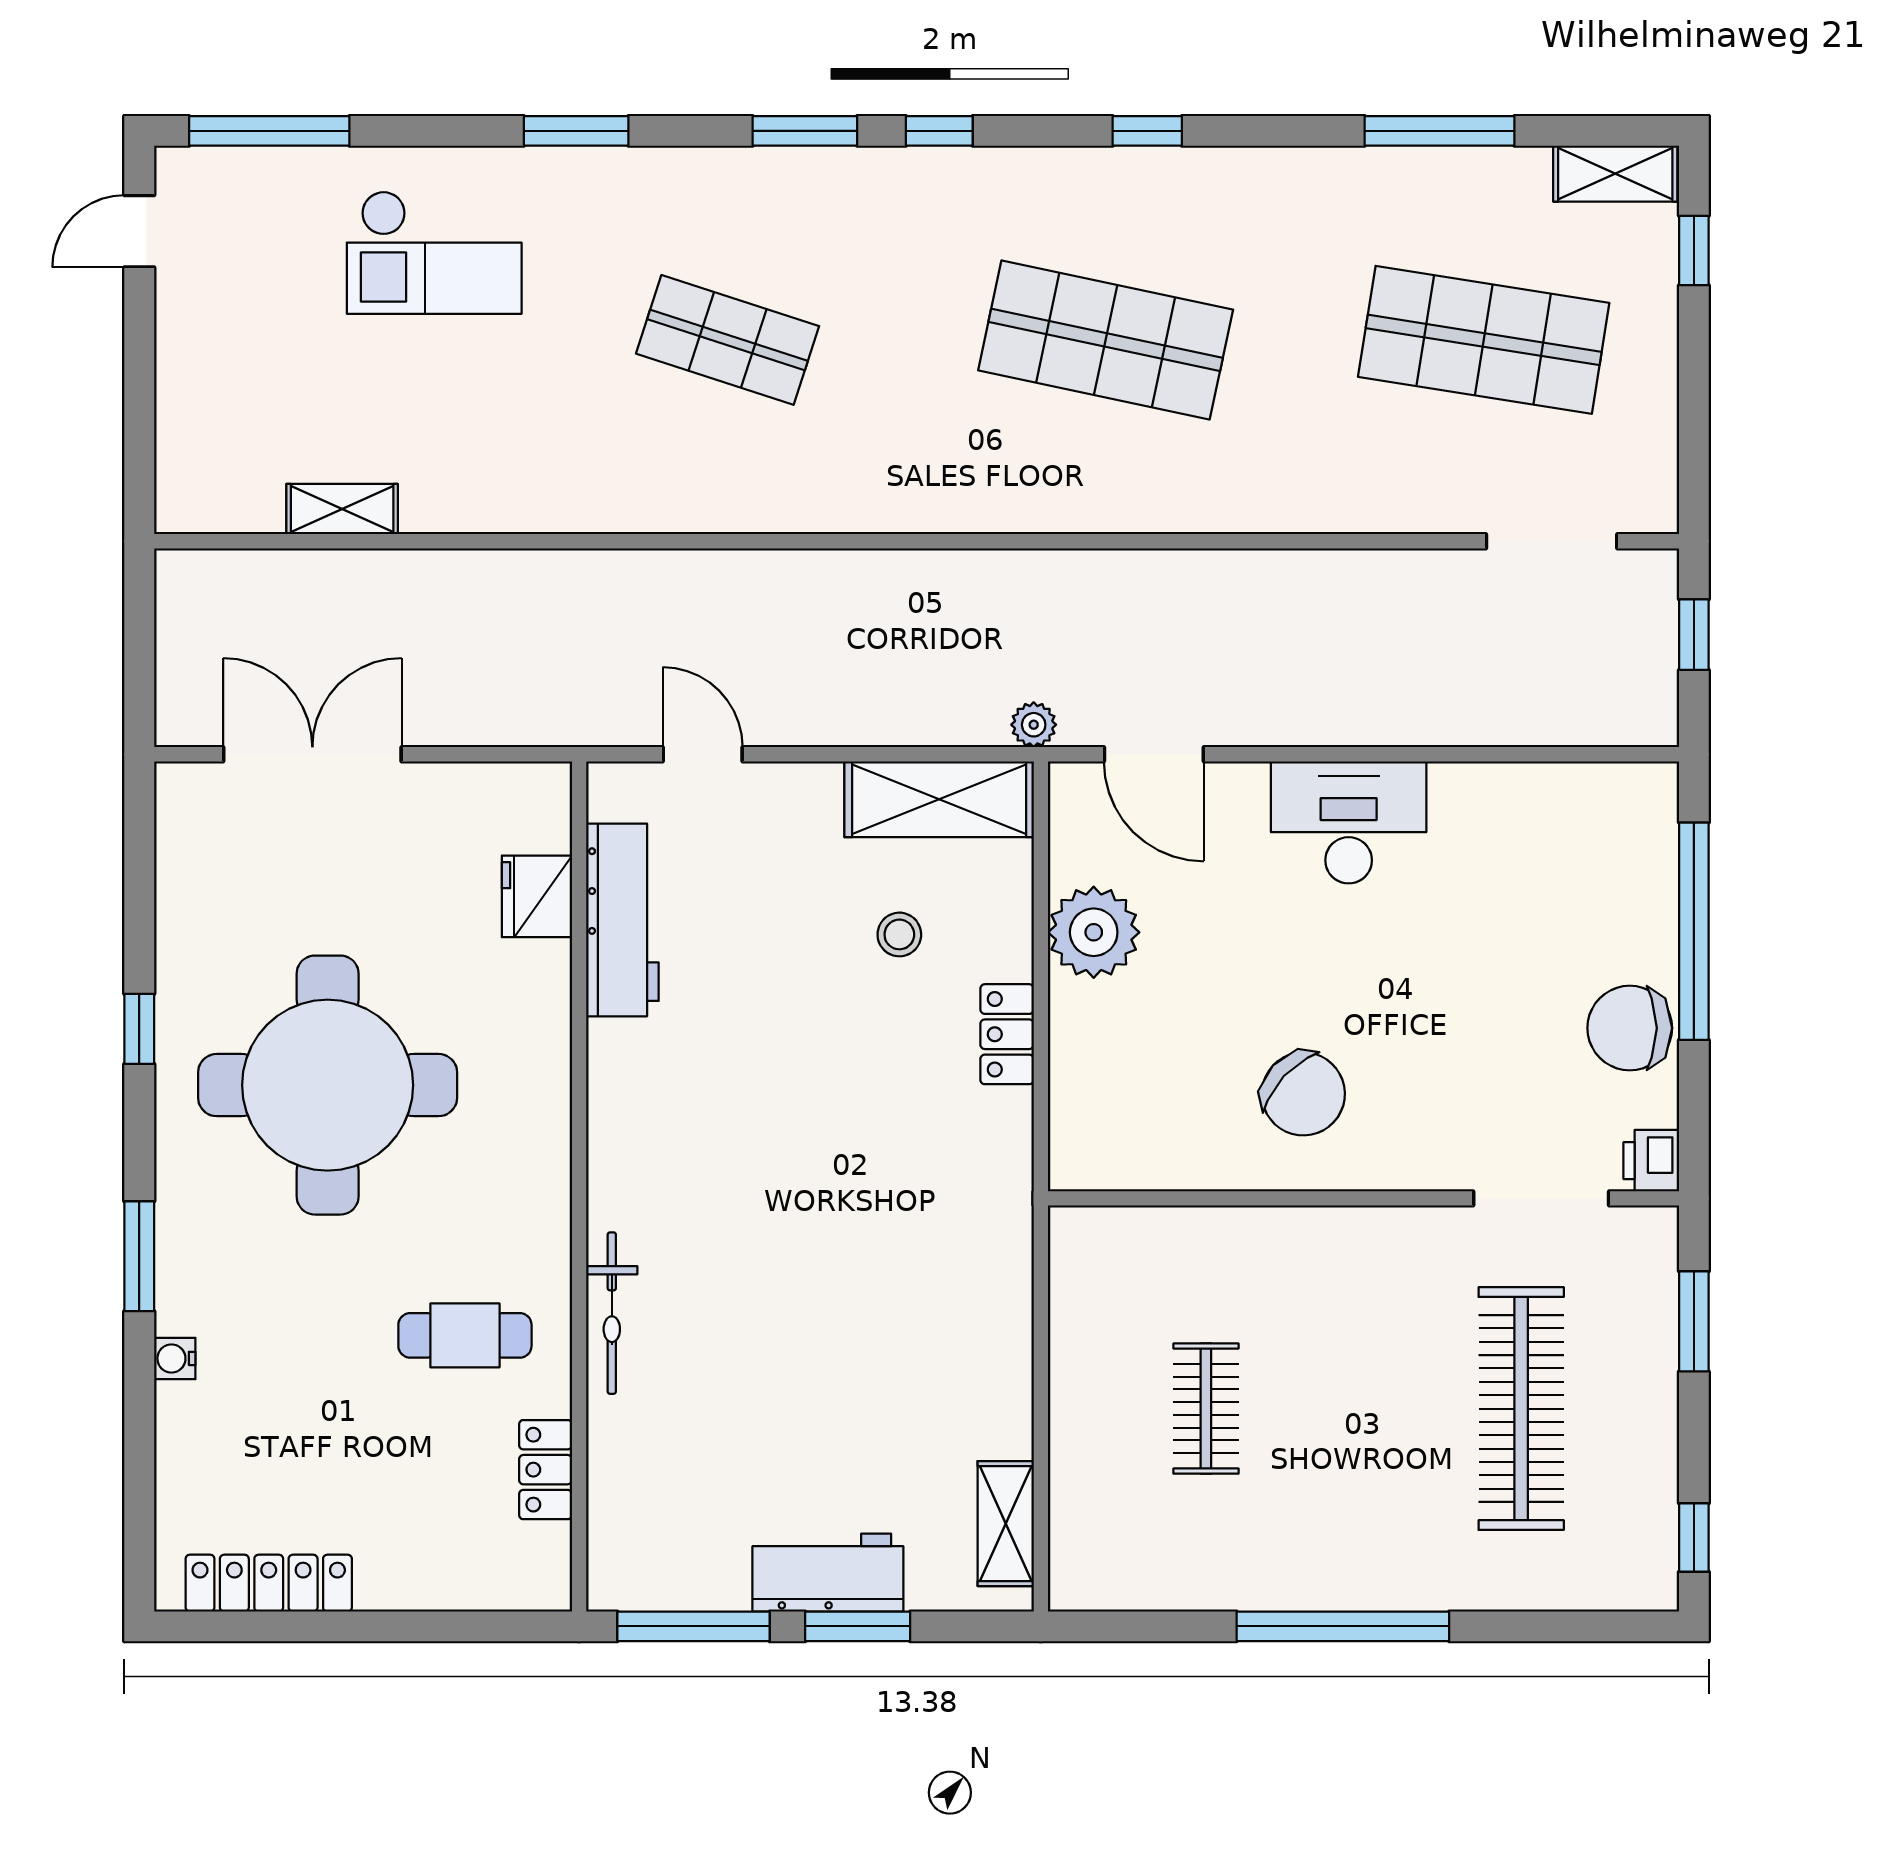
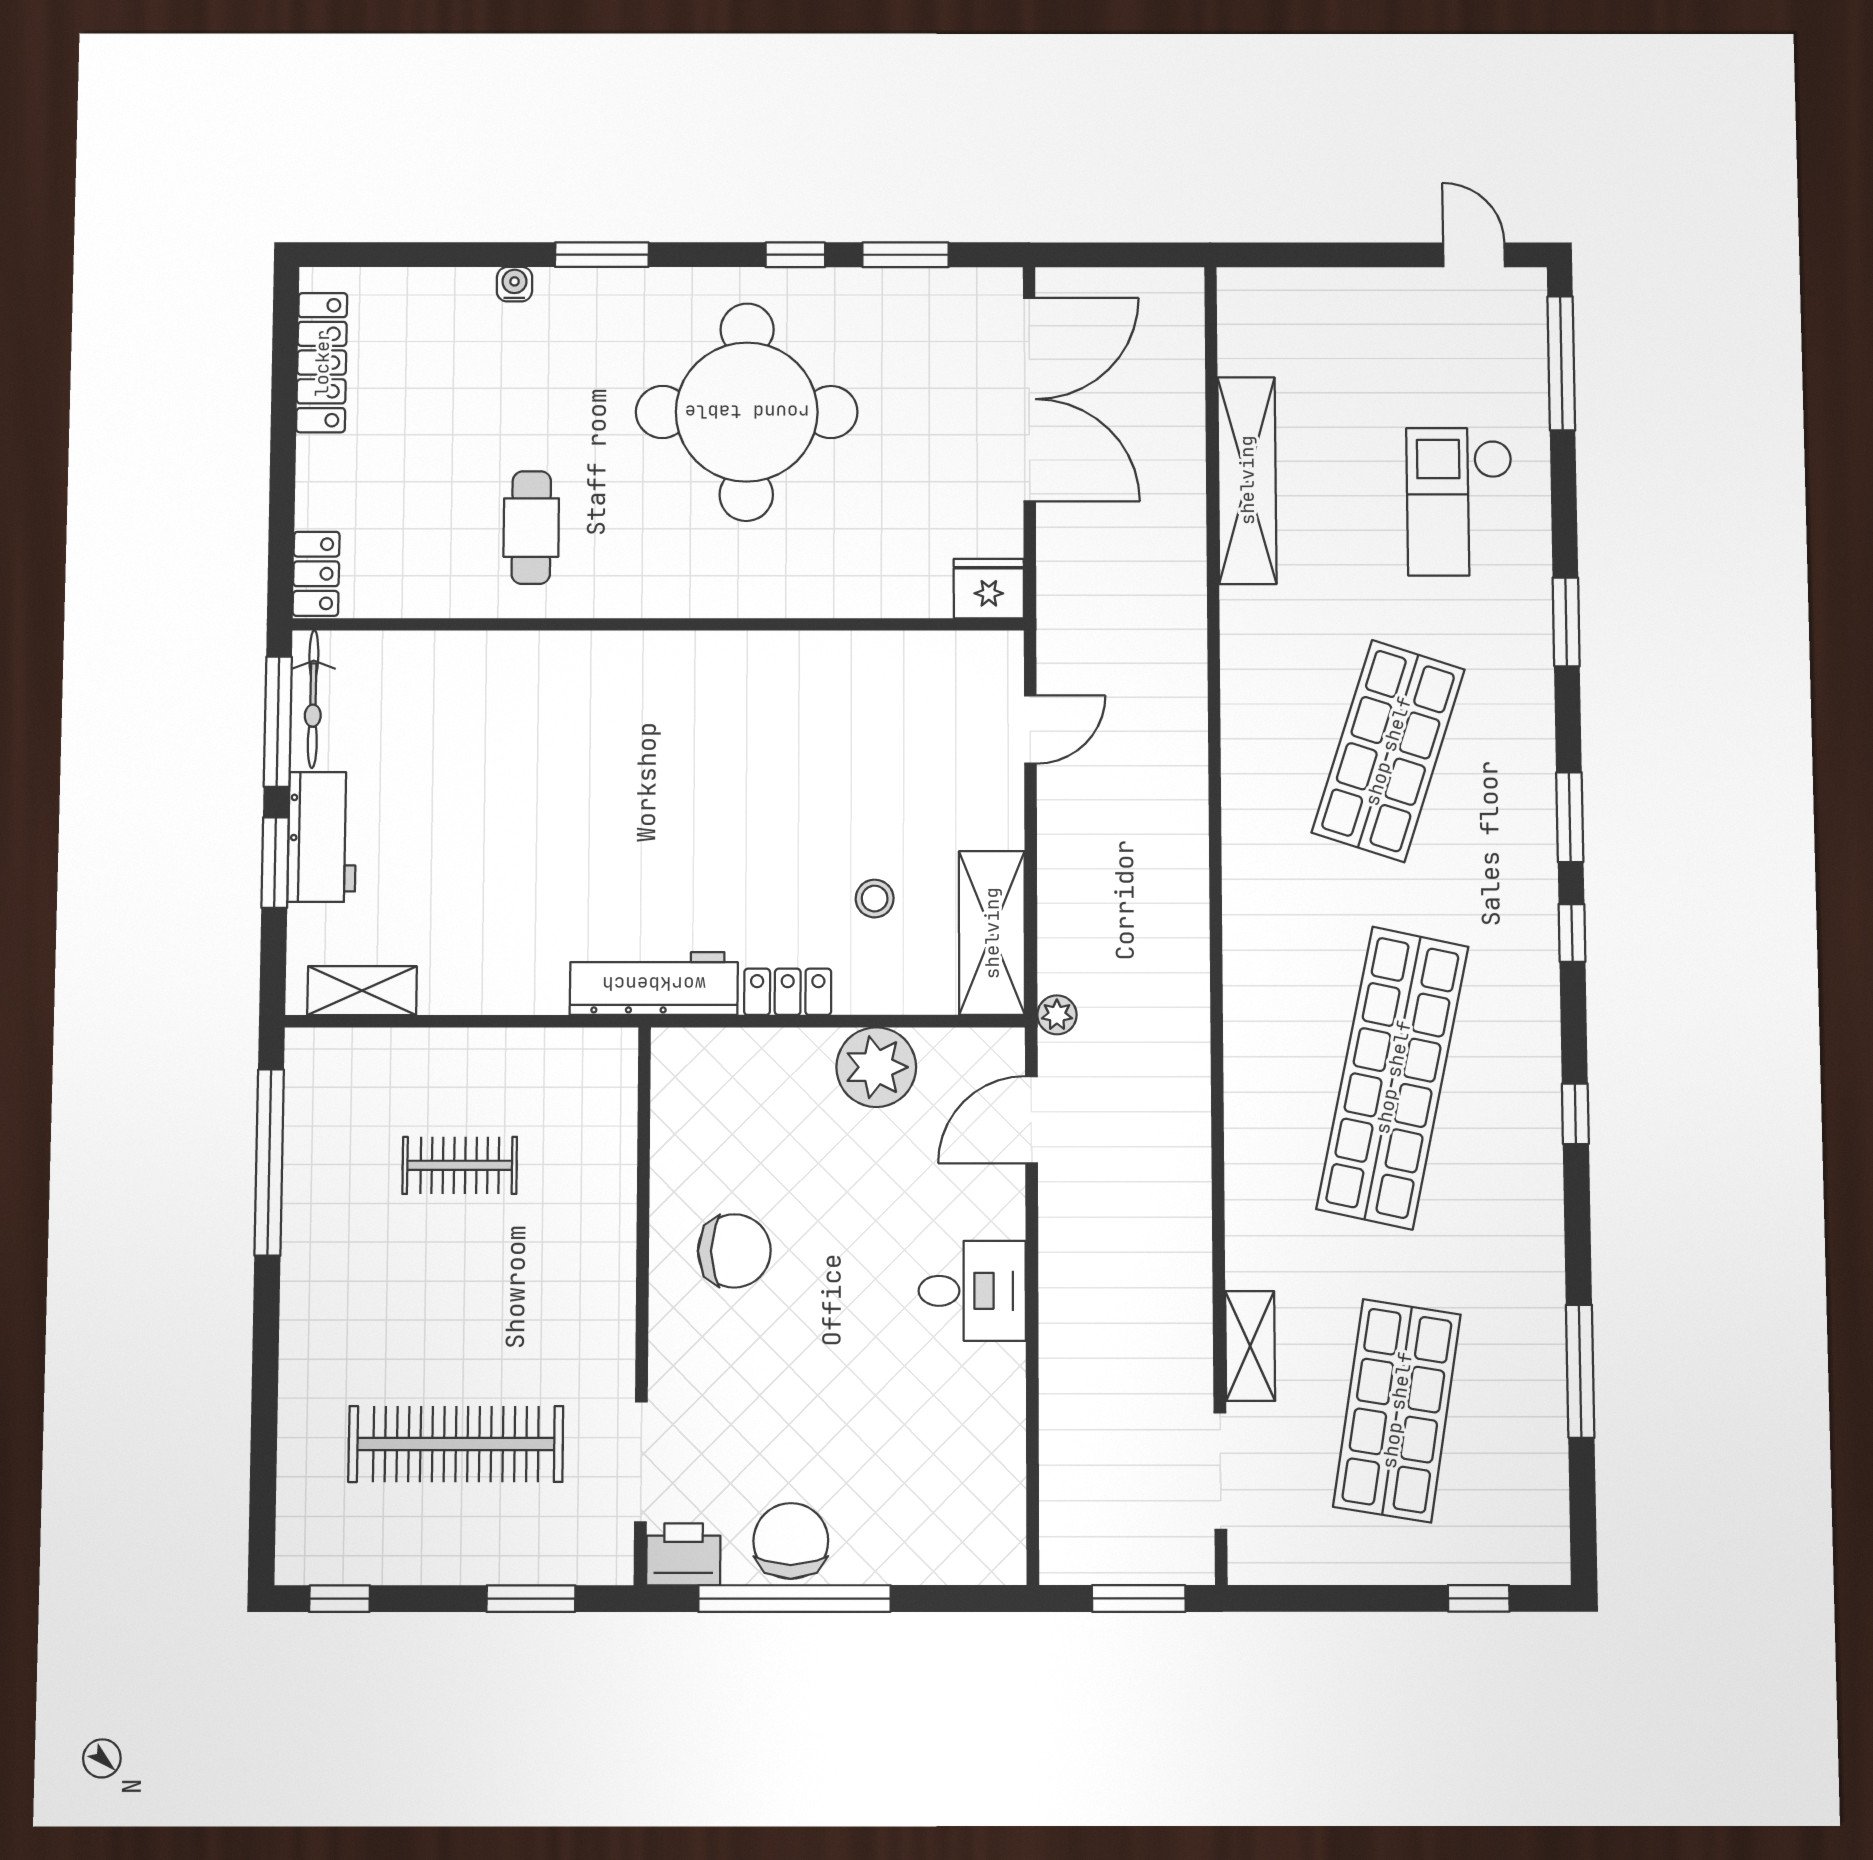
shelving: (1615, 174) -> (1250, 1346), moved
shop shelf: (728, 340) -> (1388, 751), width x1.43, depth x1.36
shop shelf: (1106, 340) -> (1393, 1077), width x1.40
shelving: (342, 509) -> (1247, 480), width x2.20, depth x1.33
window: (1694, 635) -> (1139, 1598), width x1.50
double door: (312, 754) -> (1029, 399), width x1.36
desk: (1349, 822) -> (972, 1291), width x0.73
fridge: (537, 896) -> (989, 588), moved
window: (139, 899) -> (906, 255), added
workbench: (622, 920) -> (654, 984), moved, turned 180
window: (1694, 931) -> (795, 1599), moved
chair: (1303, 1094) -> (734, 1251), turned -133
printer: (1651, 1161) -> (683, 1554), width x1.36, depth x1.24
bicycle: (612, 1313) -> (313, 699), moved, turned -90
locker: (546, 1470) -> (316, 574), moved, turned 90
window: (1343, 1626) -> (269, 1162), moved

